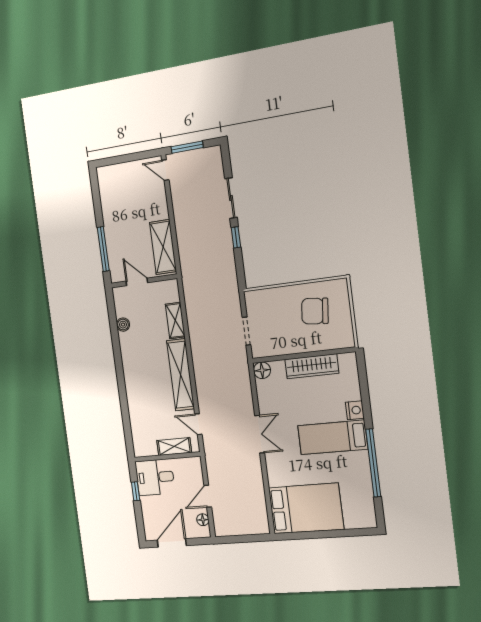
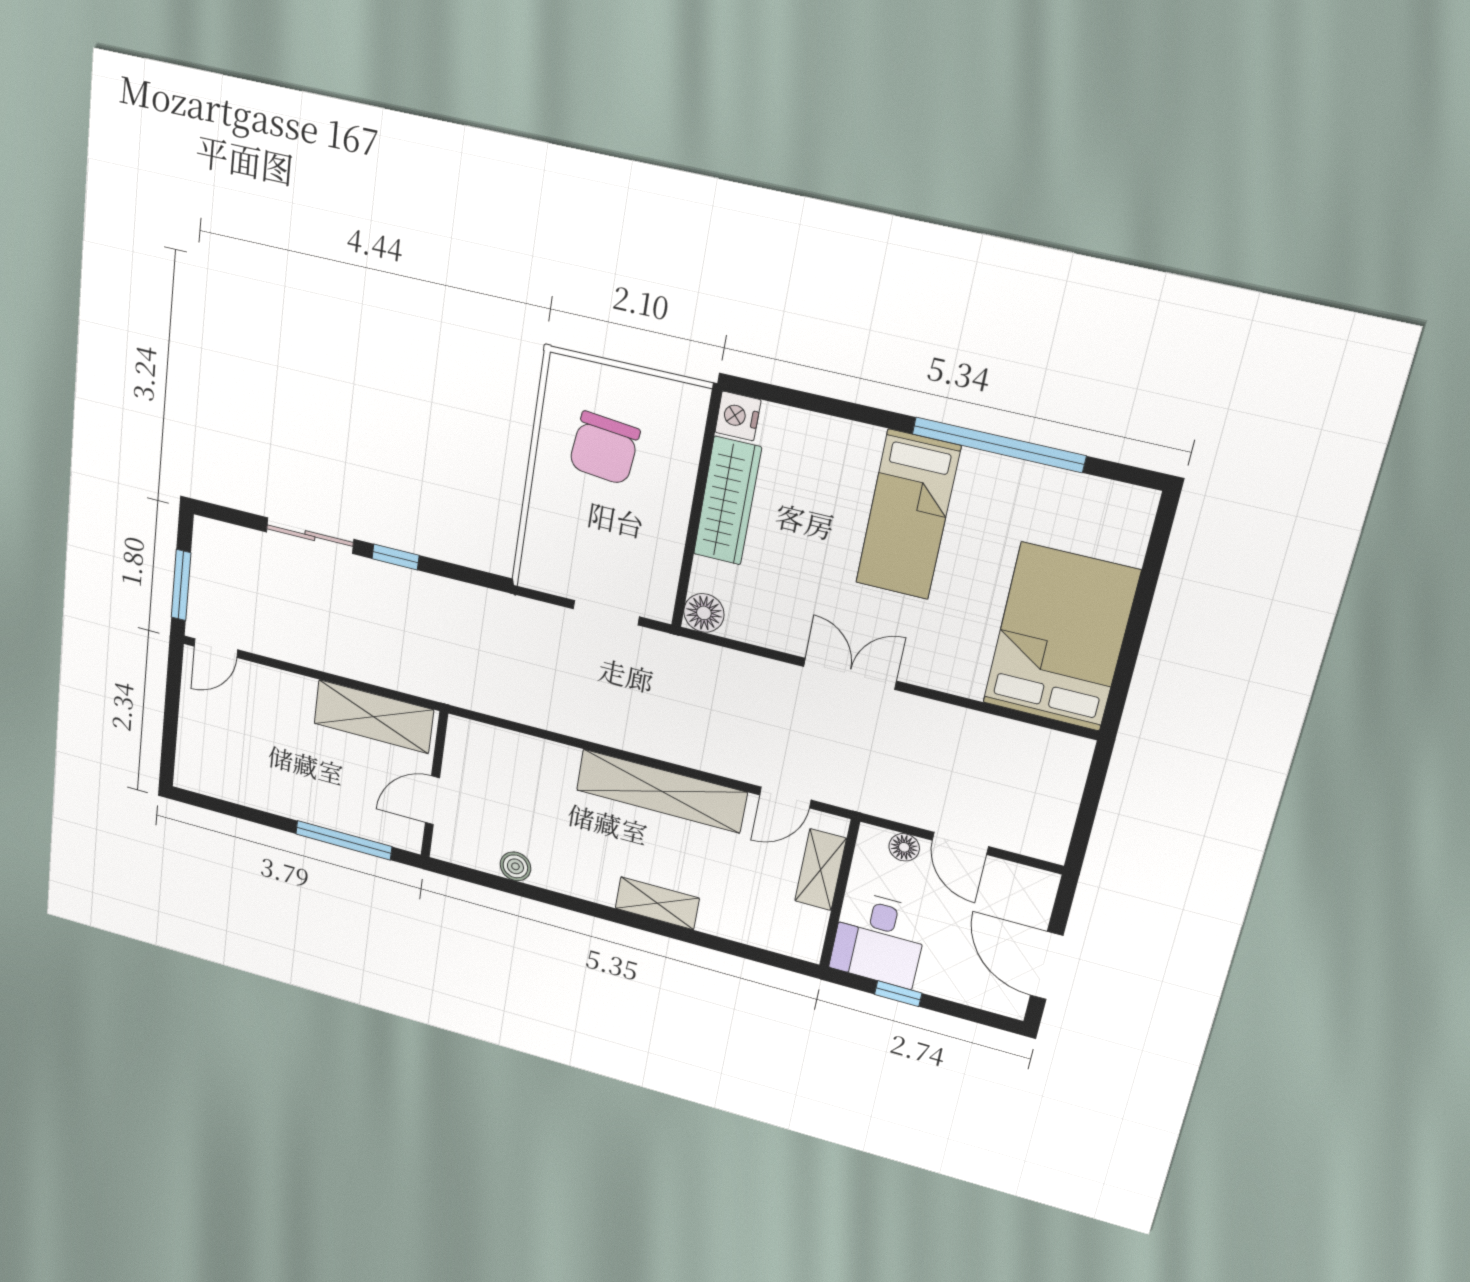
shelving: (175, 321) -> (657, 903), moved
nightstand: (355, 410) -> (738, 416), moved, turned -90
floor lamp: (203, 520) -> (904, 847), moved

